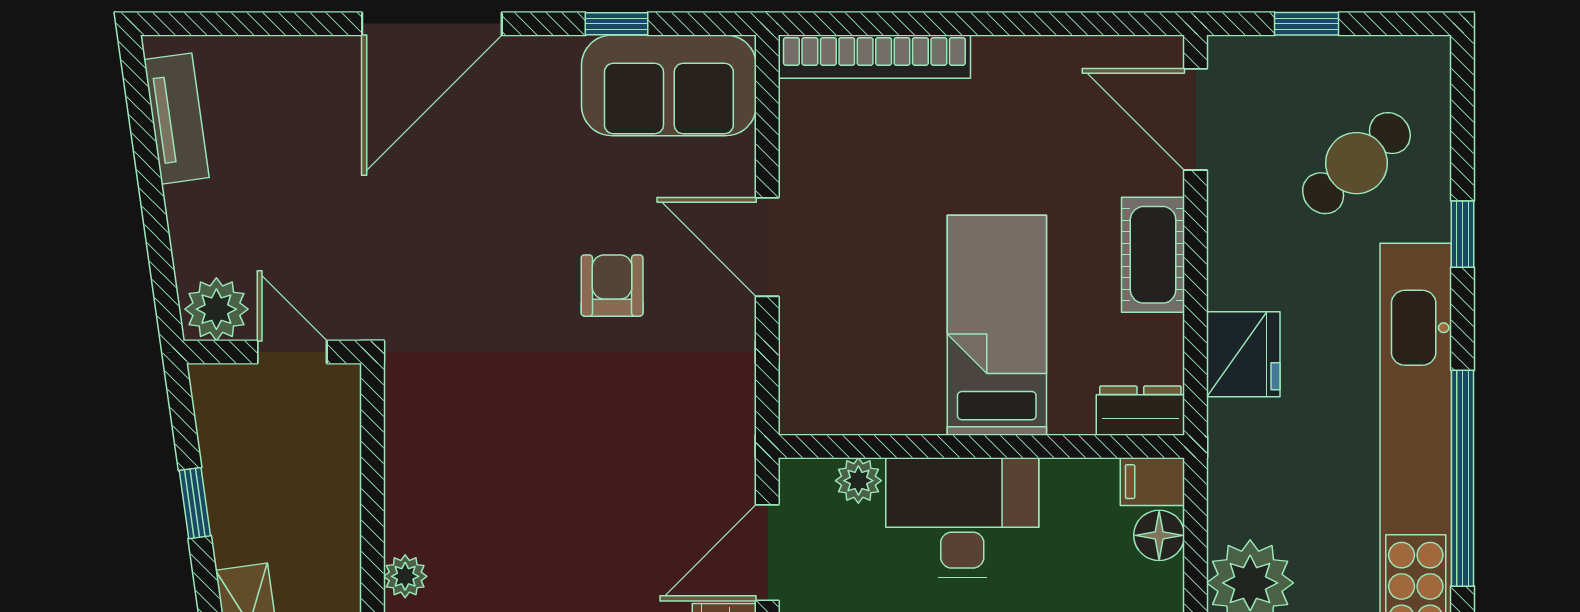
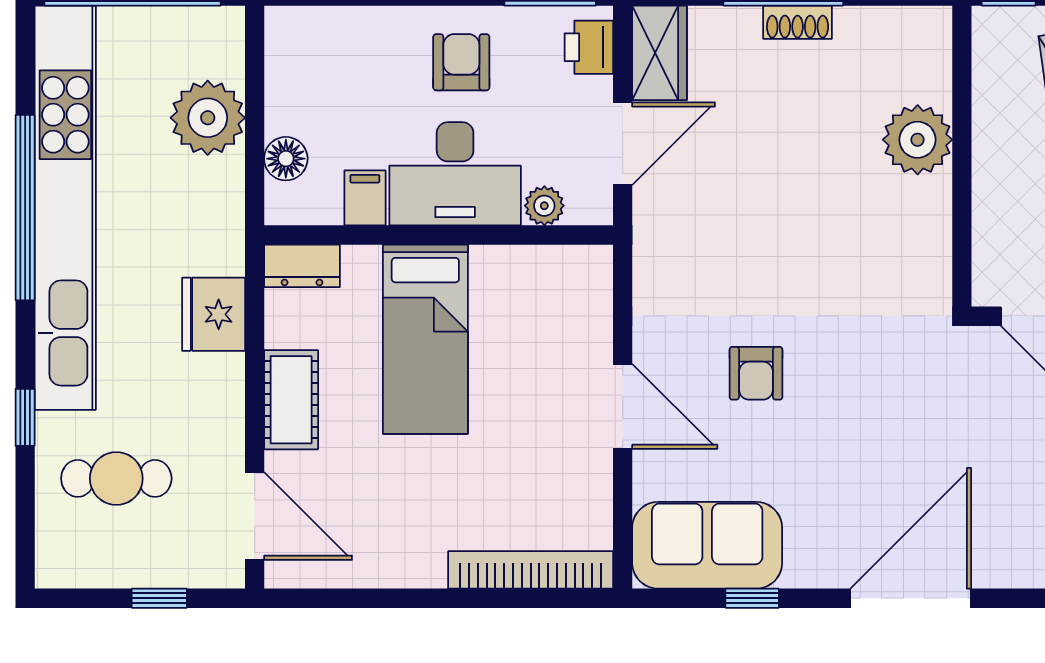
cafe table: (1356, 163) -> (116, 478), turned 42
filing cabinet: (1152, 482) -> (365, 198), moved, turned -90
plant: (405, 576) -> (918, 140), width x1.88, depth x1.88

